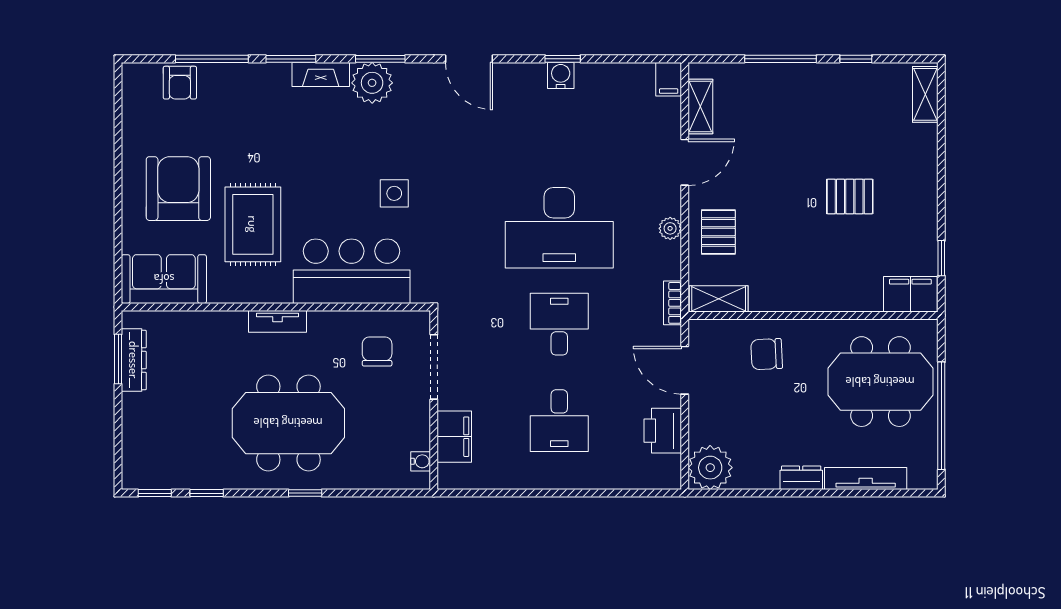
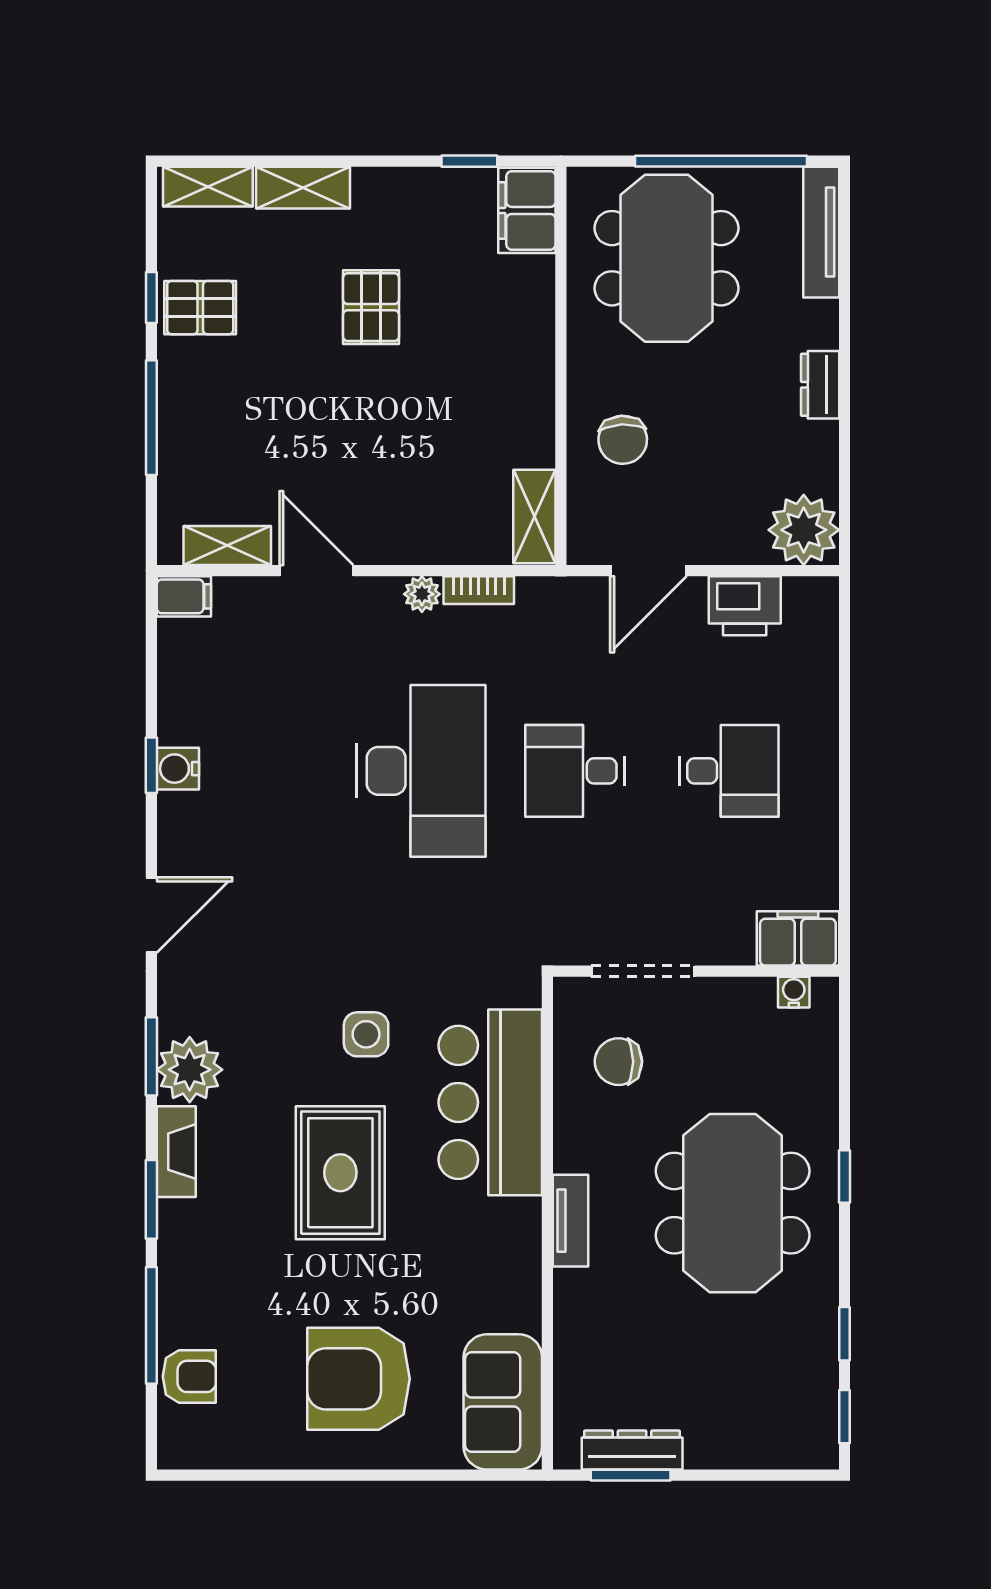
shelving: (925, 154) -> (303, 188), added
rug: (253, 224) -> (340, 1173), moved, turned 90
pallet: (718, 232) -> (200, 308), moved
bookcase: (673, 303) -> (479, 590), moved
filing cabinet: (454, 437) -> (798, 938), moved
tv unit: (866, 479) -> (821, 232), moved

